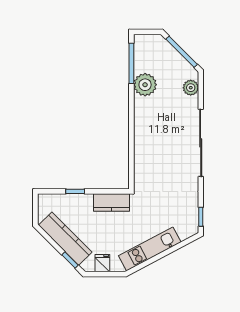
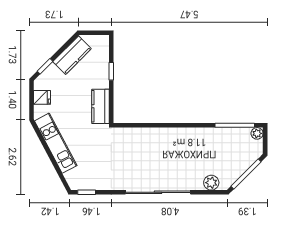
plant: (145, 85) -> (257, 133), moved, width x0.53, depth x0.53
kitchen counter: (65, 239) -> (72, 55), width x0.67

